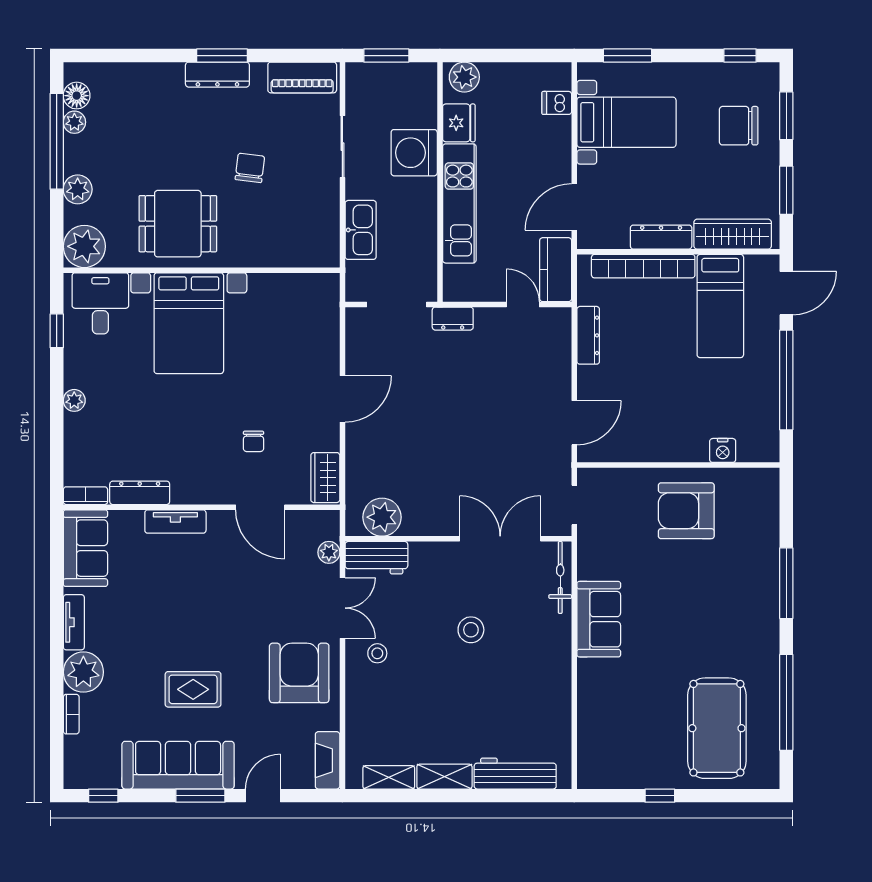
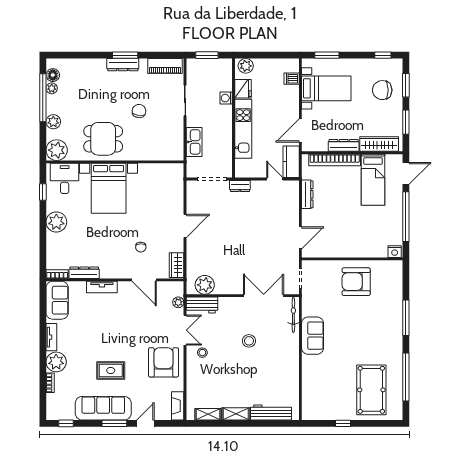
washing machine: (414, 153) -> (226, 98), width x0.53, depth x0.53
plant: (74, 400) -> (56, 222), width x1.87, depth x1.87
nightstand: (723, 450) -> (395, 252), moved

